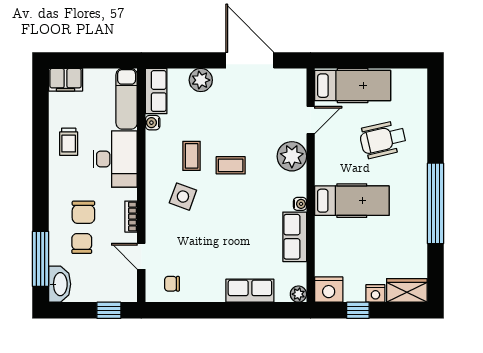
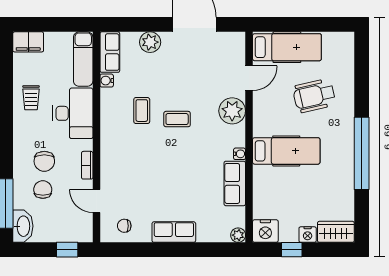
side table: (183, 197) -> (134, 147), removed
row of seats: (250, 291) -> (174, 232), moved

